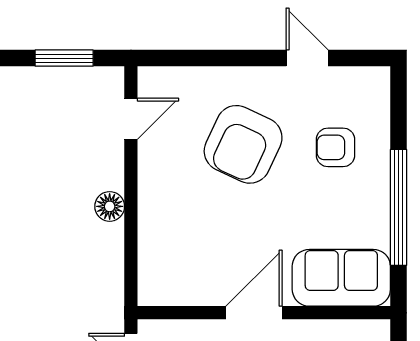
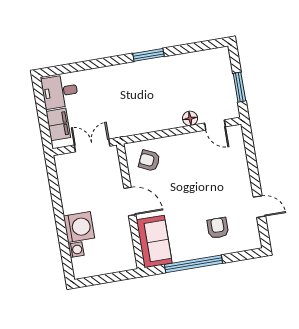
door: (307, 58) -> (259, 207), hinge flipped
armchair: (243, 144) -> (149, 160), moved, width x0.53, depth x0.53
floor lamp: (110, 206) -> (190, 118), moved

